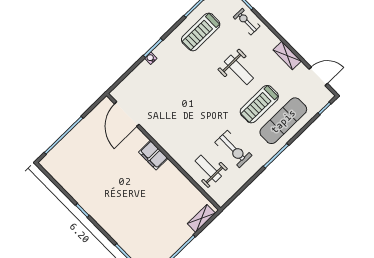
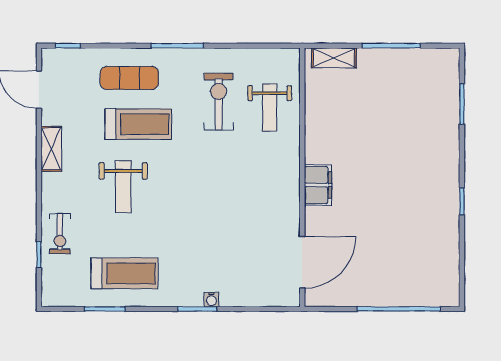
weight bench: (239, 70) -> (123, 187), turned 180
exercise mat: (283, 121) -> (129, 78), width x0.73, depth x0.69

